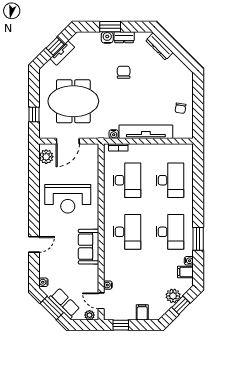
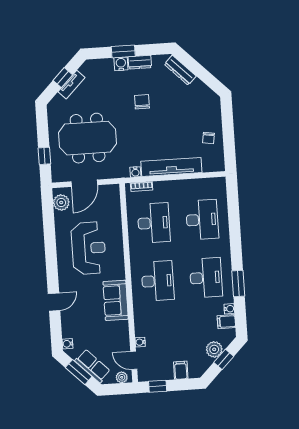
reception desk: (68, 199) -> (89, 248), turned -90

